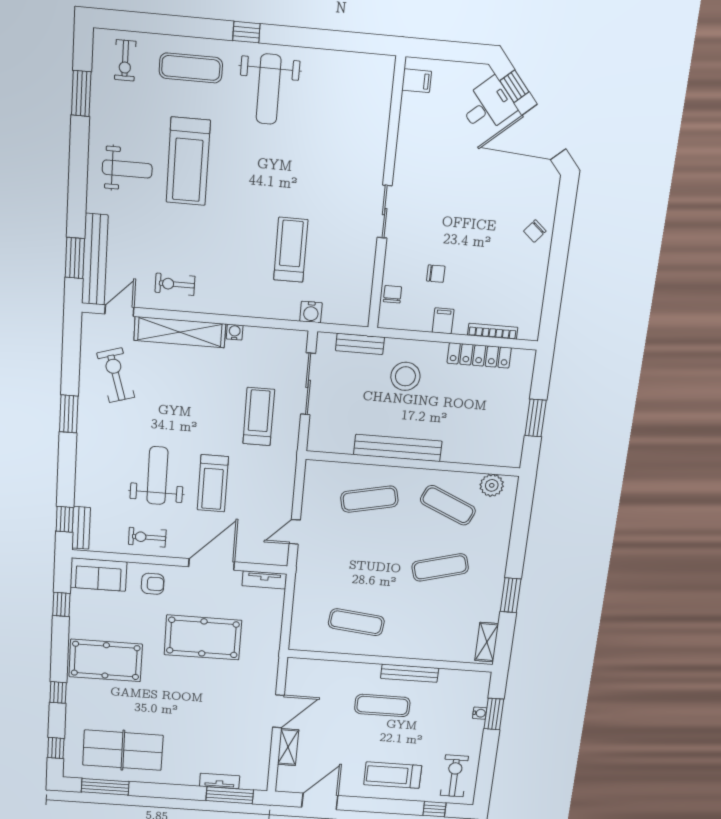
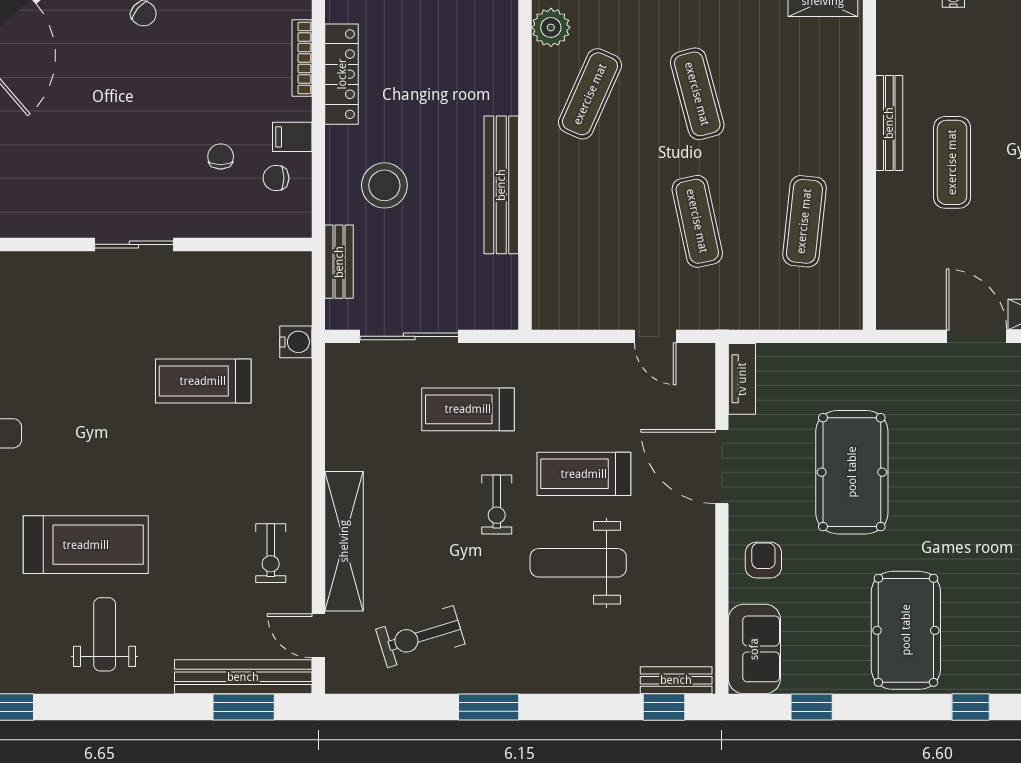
chair: (392, 294) -> (276, 178), moved
water cooler: (235, 332) -> (337, 457), removed
treadmill: (213, 483) -> (584, 474), turned 180
exercise mat: (369, 499) -> (697, 221), moved
exercise bike: (147, 537) -> (497, 505), moved

